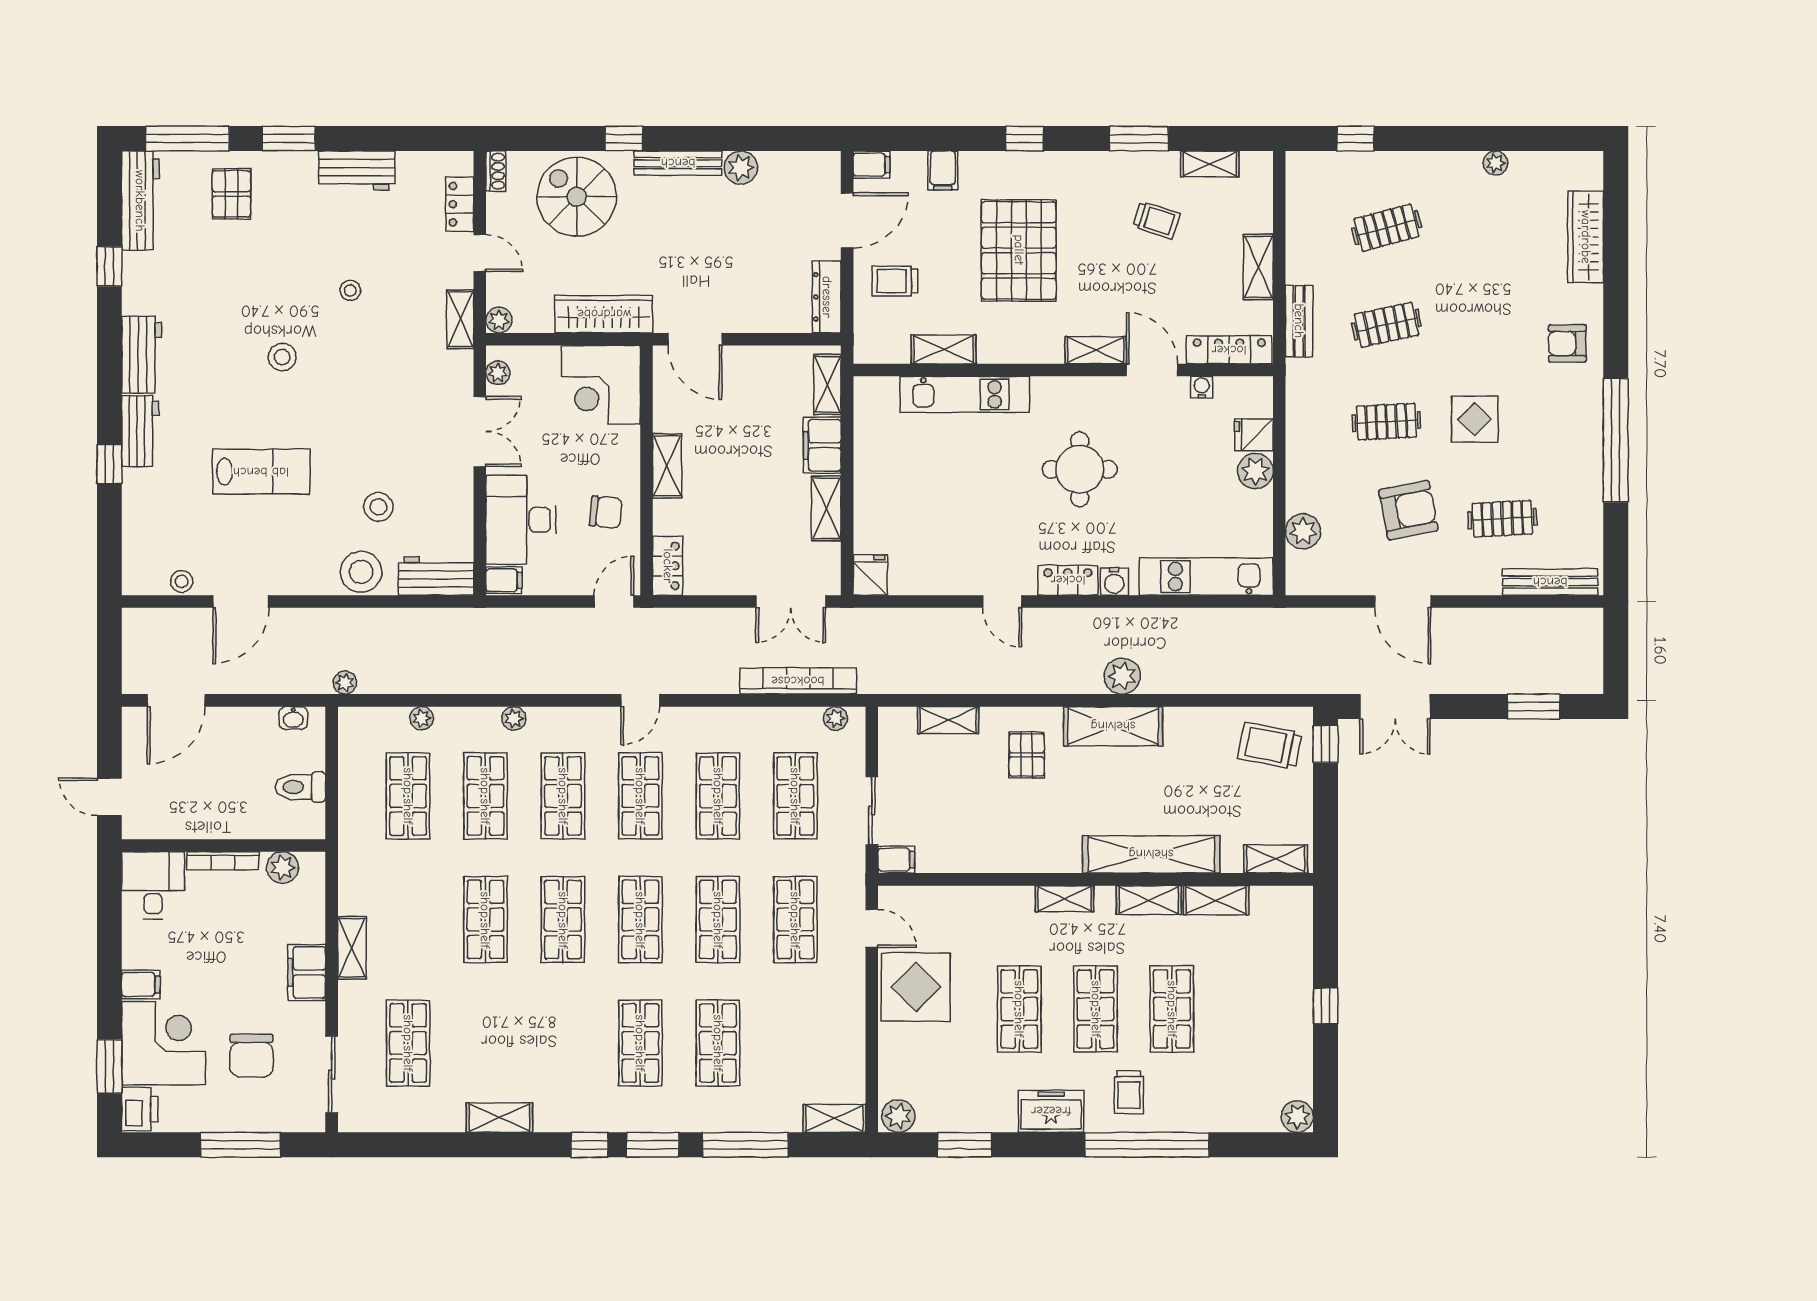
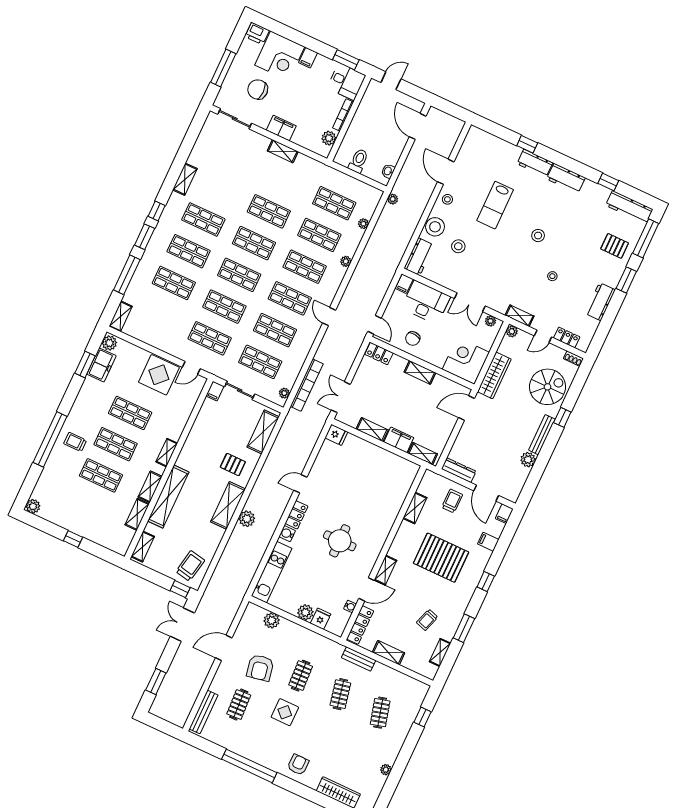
kitchen unit: (965, 394) -> (392, 508), removed
stool: (182, 581) -> (447, 199), moved
shelving: (948, 720) -> (263, 432), width x1.50, depth x1.33
shop shelf: (408, 1043) -> (203, 219), moved
window: (109, 1066) -> (346, 60), moved
freezer: (1051, 1111) -> (101, 365), moved

